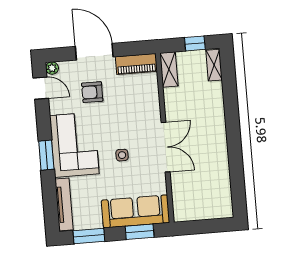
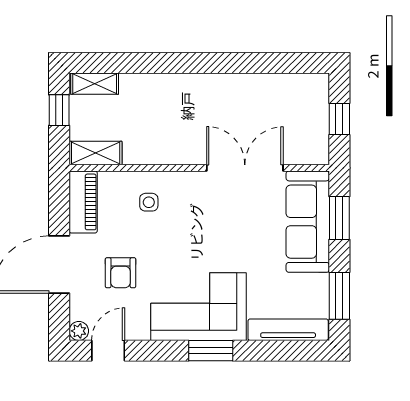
double door: (166, 147) -> (245, 168), moved
side table: (122, 155) -> (149, 202), moved
window: (204, 226) -> (339, 119), added

